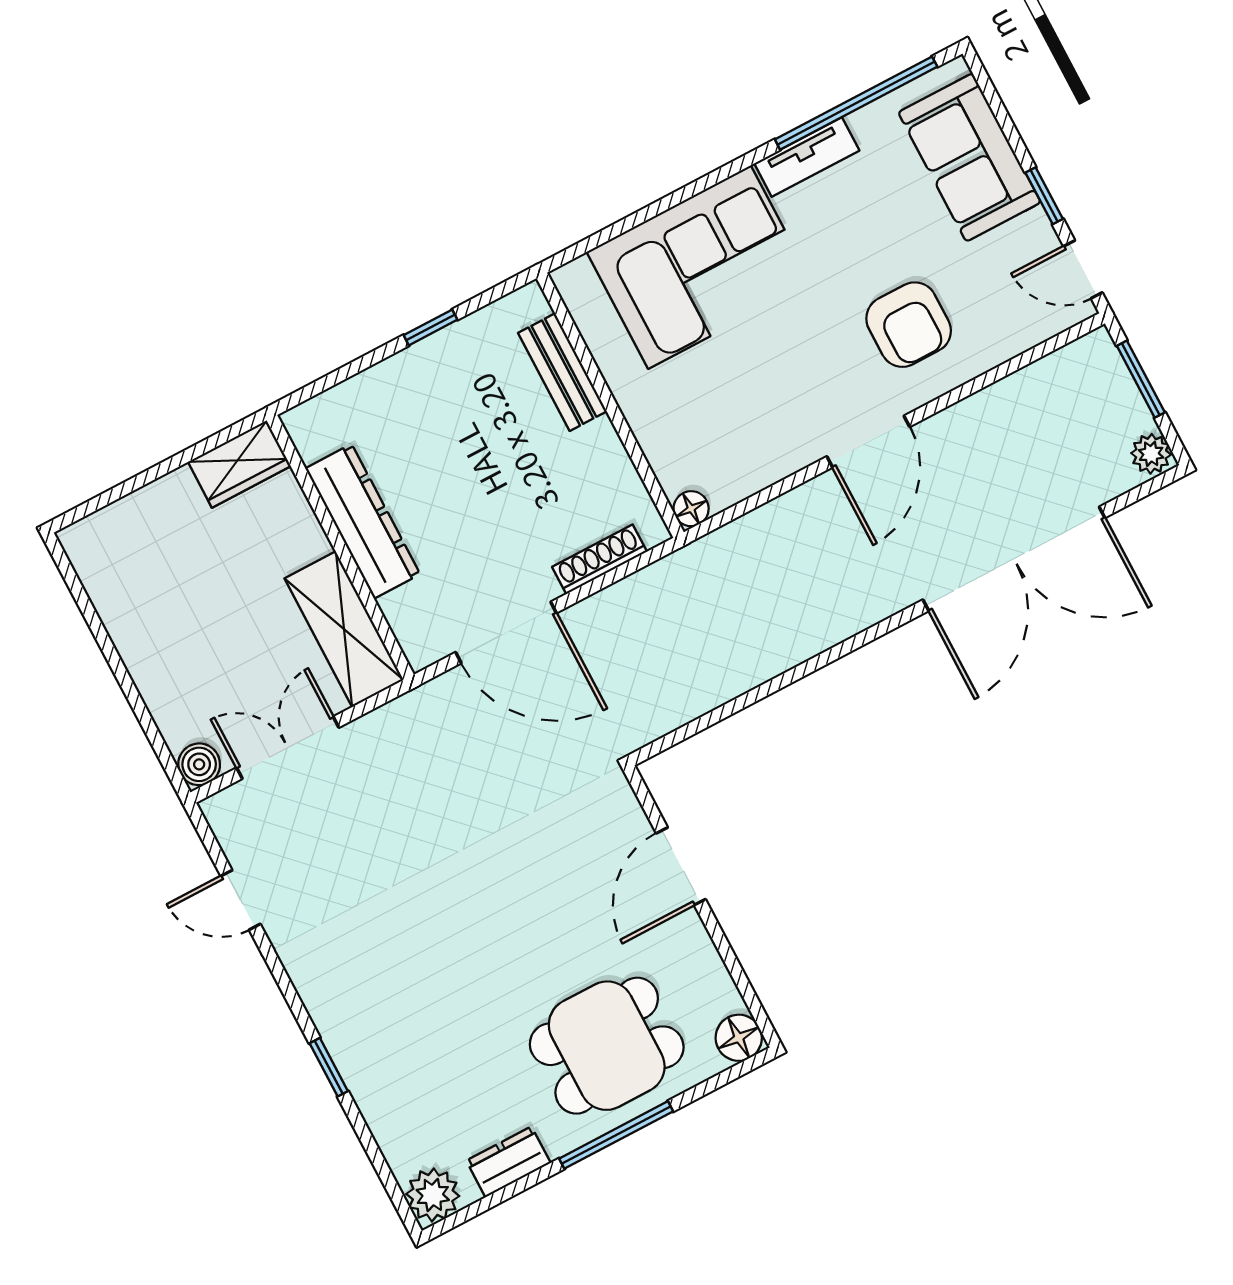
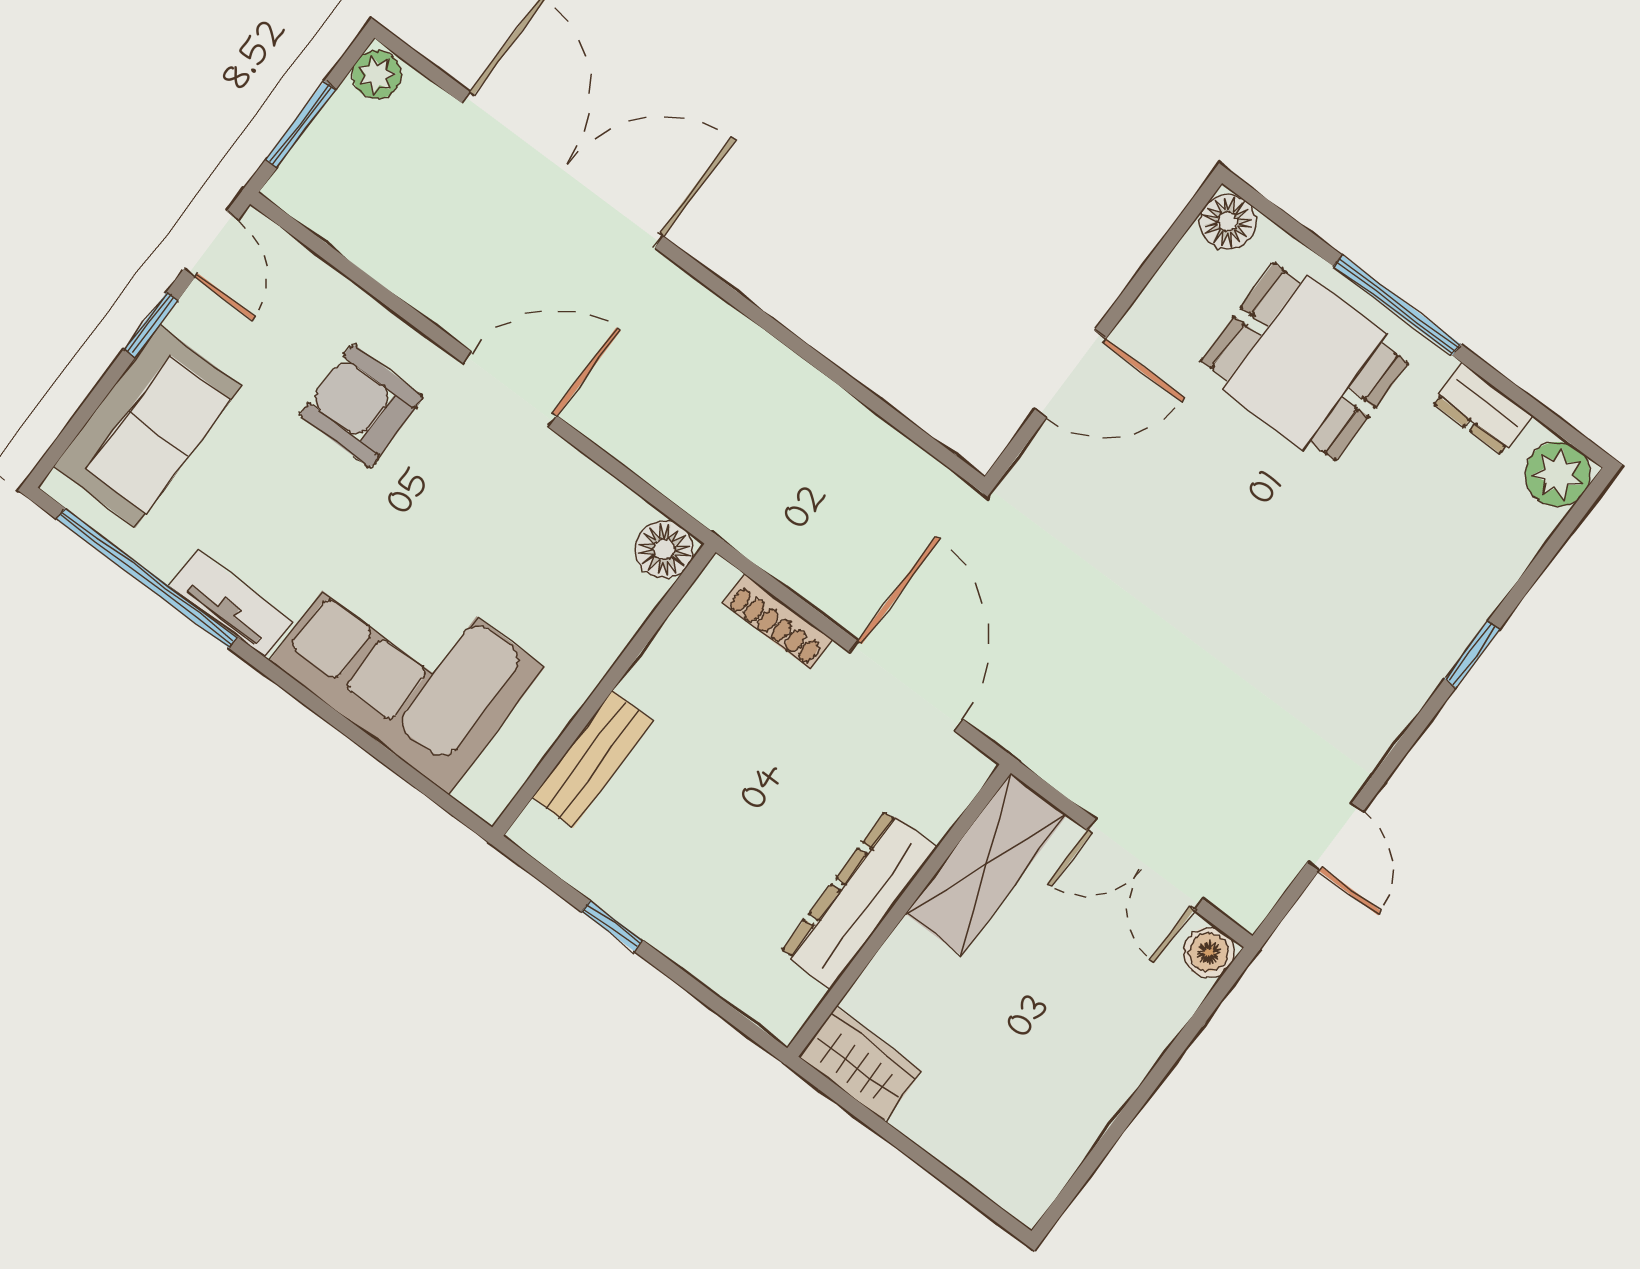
armchair: (909, 325) -> (361, 406), turned -90
floor lamp: (691, 509) -> (664, 550), width x1.37, depth x1.37

